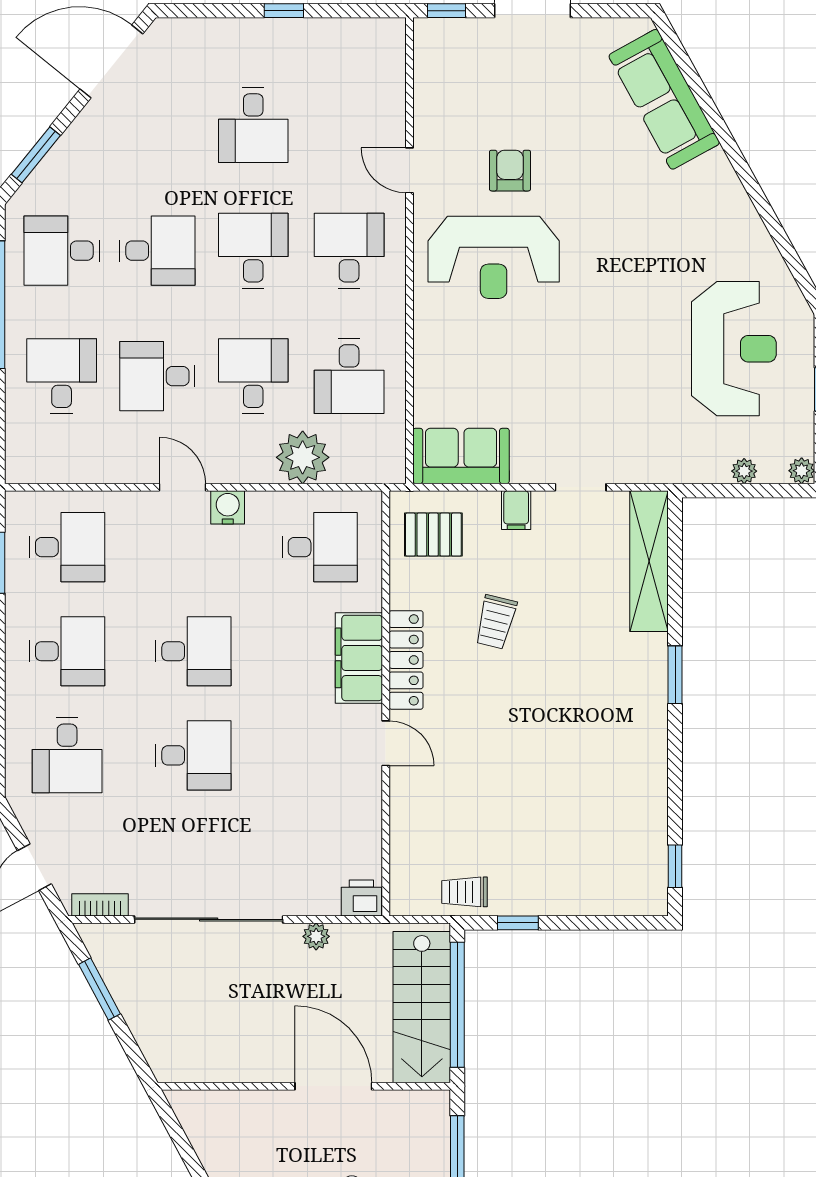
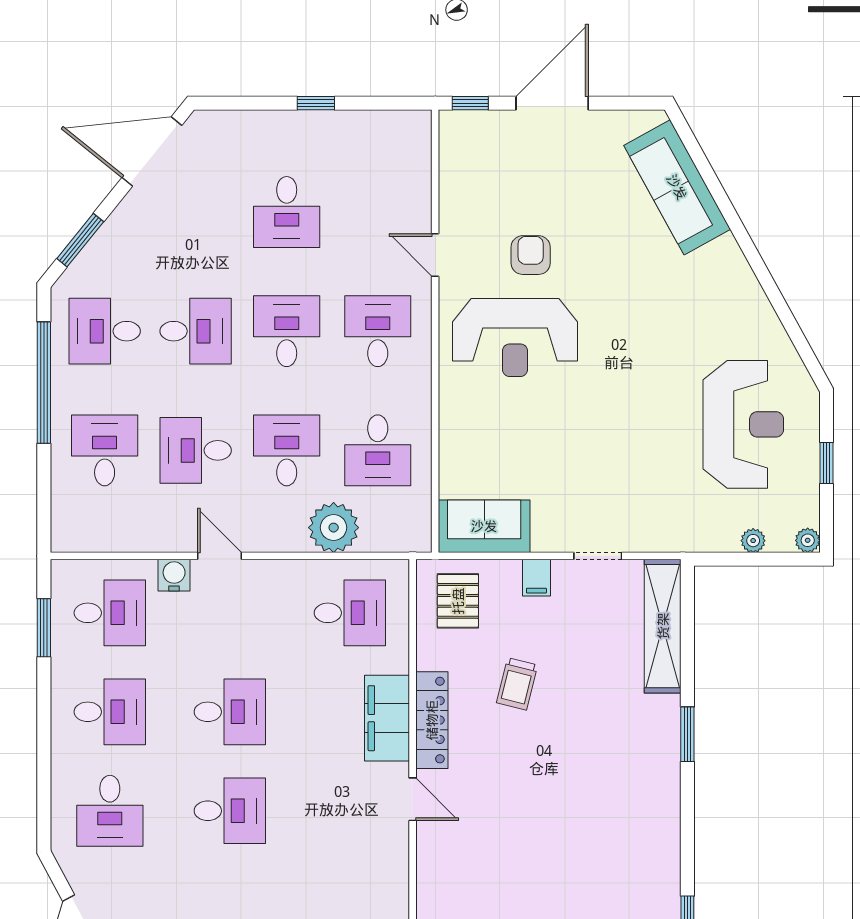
water cooler: (228, 507) -> (174, 575), moved
pallet: (433, 535) -> (458, 601), turned 90

